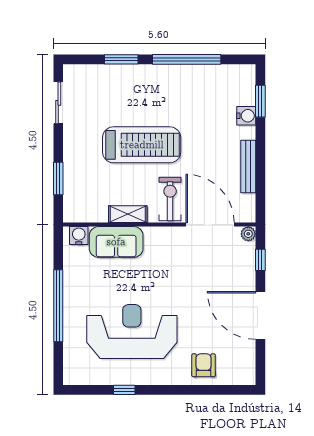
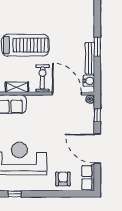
window: (260, 101) -> (97, 47), moved
water cooler: (246, 116) -> (89, 81), moved
row of seats: (245, 363) -> (88, 178), added

